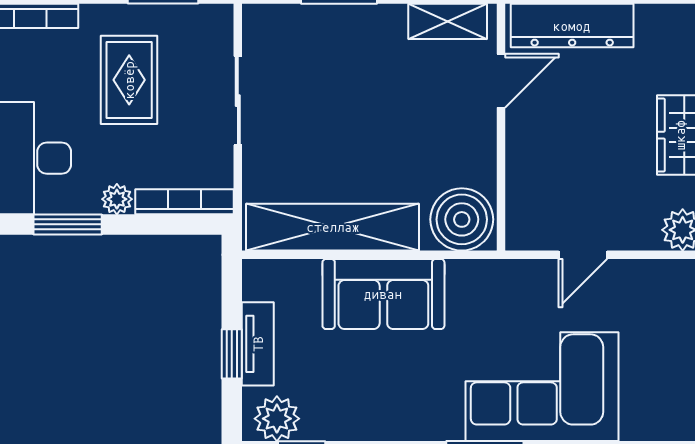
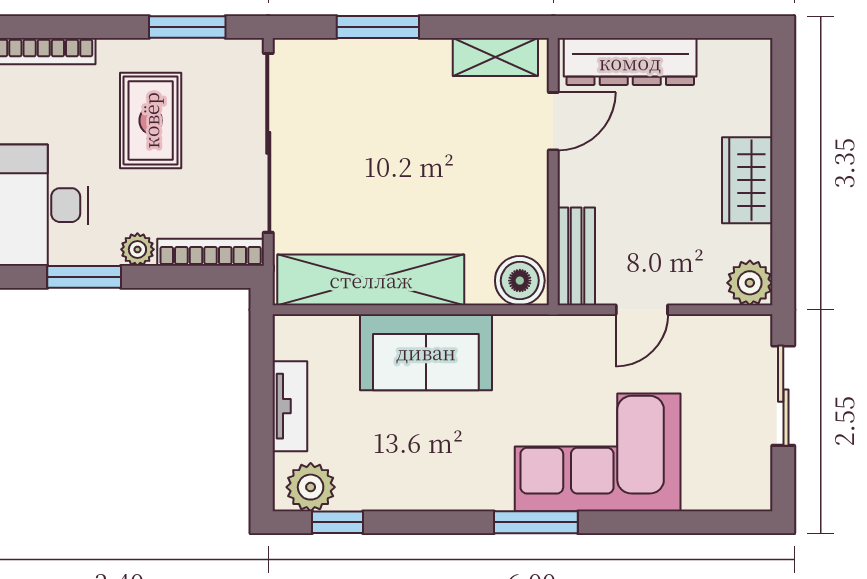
sliding door: (238, 101) -> (268, 143), width x1.86
bench: (522, 205) -> (576, 256), added
boiler: (462, 219) -> (520, 281), width x0.73, depth x0.73
window: (232, 354) -> (262, 417), removed

